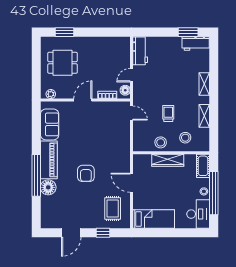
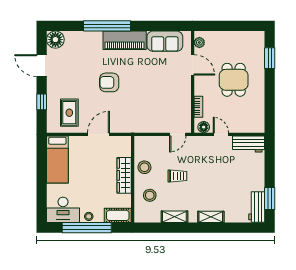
dining table: (63, 63) -> (234, 80), moved
door: (83, 100) -> (193, 65), moved
floor lamp: (48, 187) -> (55, 40), moved
rug: (113, 209) -> (69, 113), turned 90

